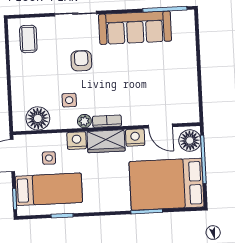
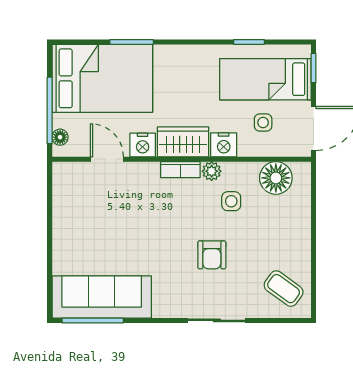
sofa: (135, 28) -> (102, 297), moved
coffee table: (28, 39) -> (284, 289), turned -54
floor lamp: (190, 141) -> (60, 137), width x0.53, depth x0.53

